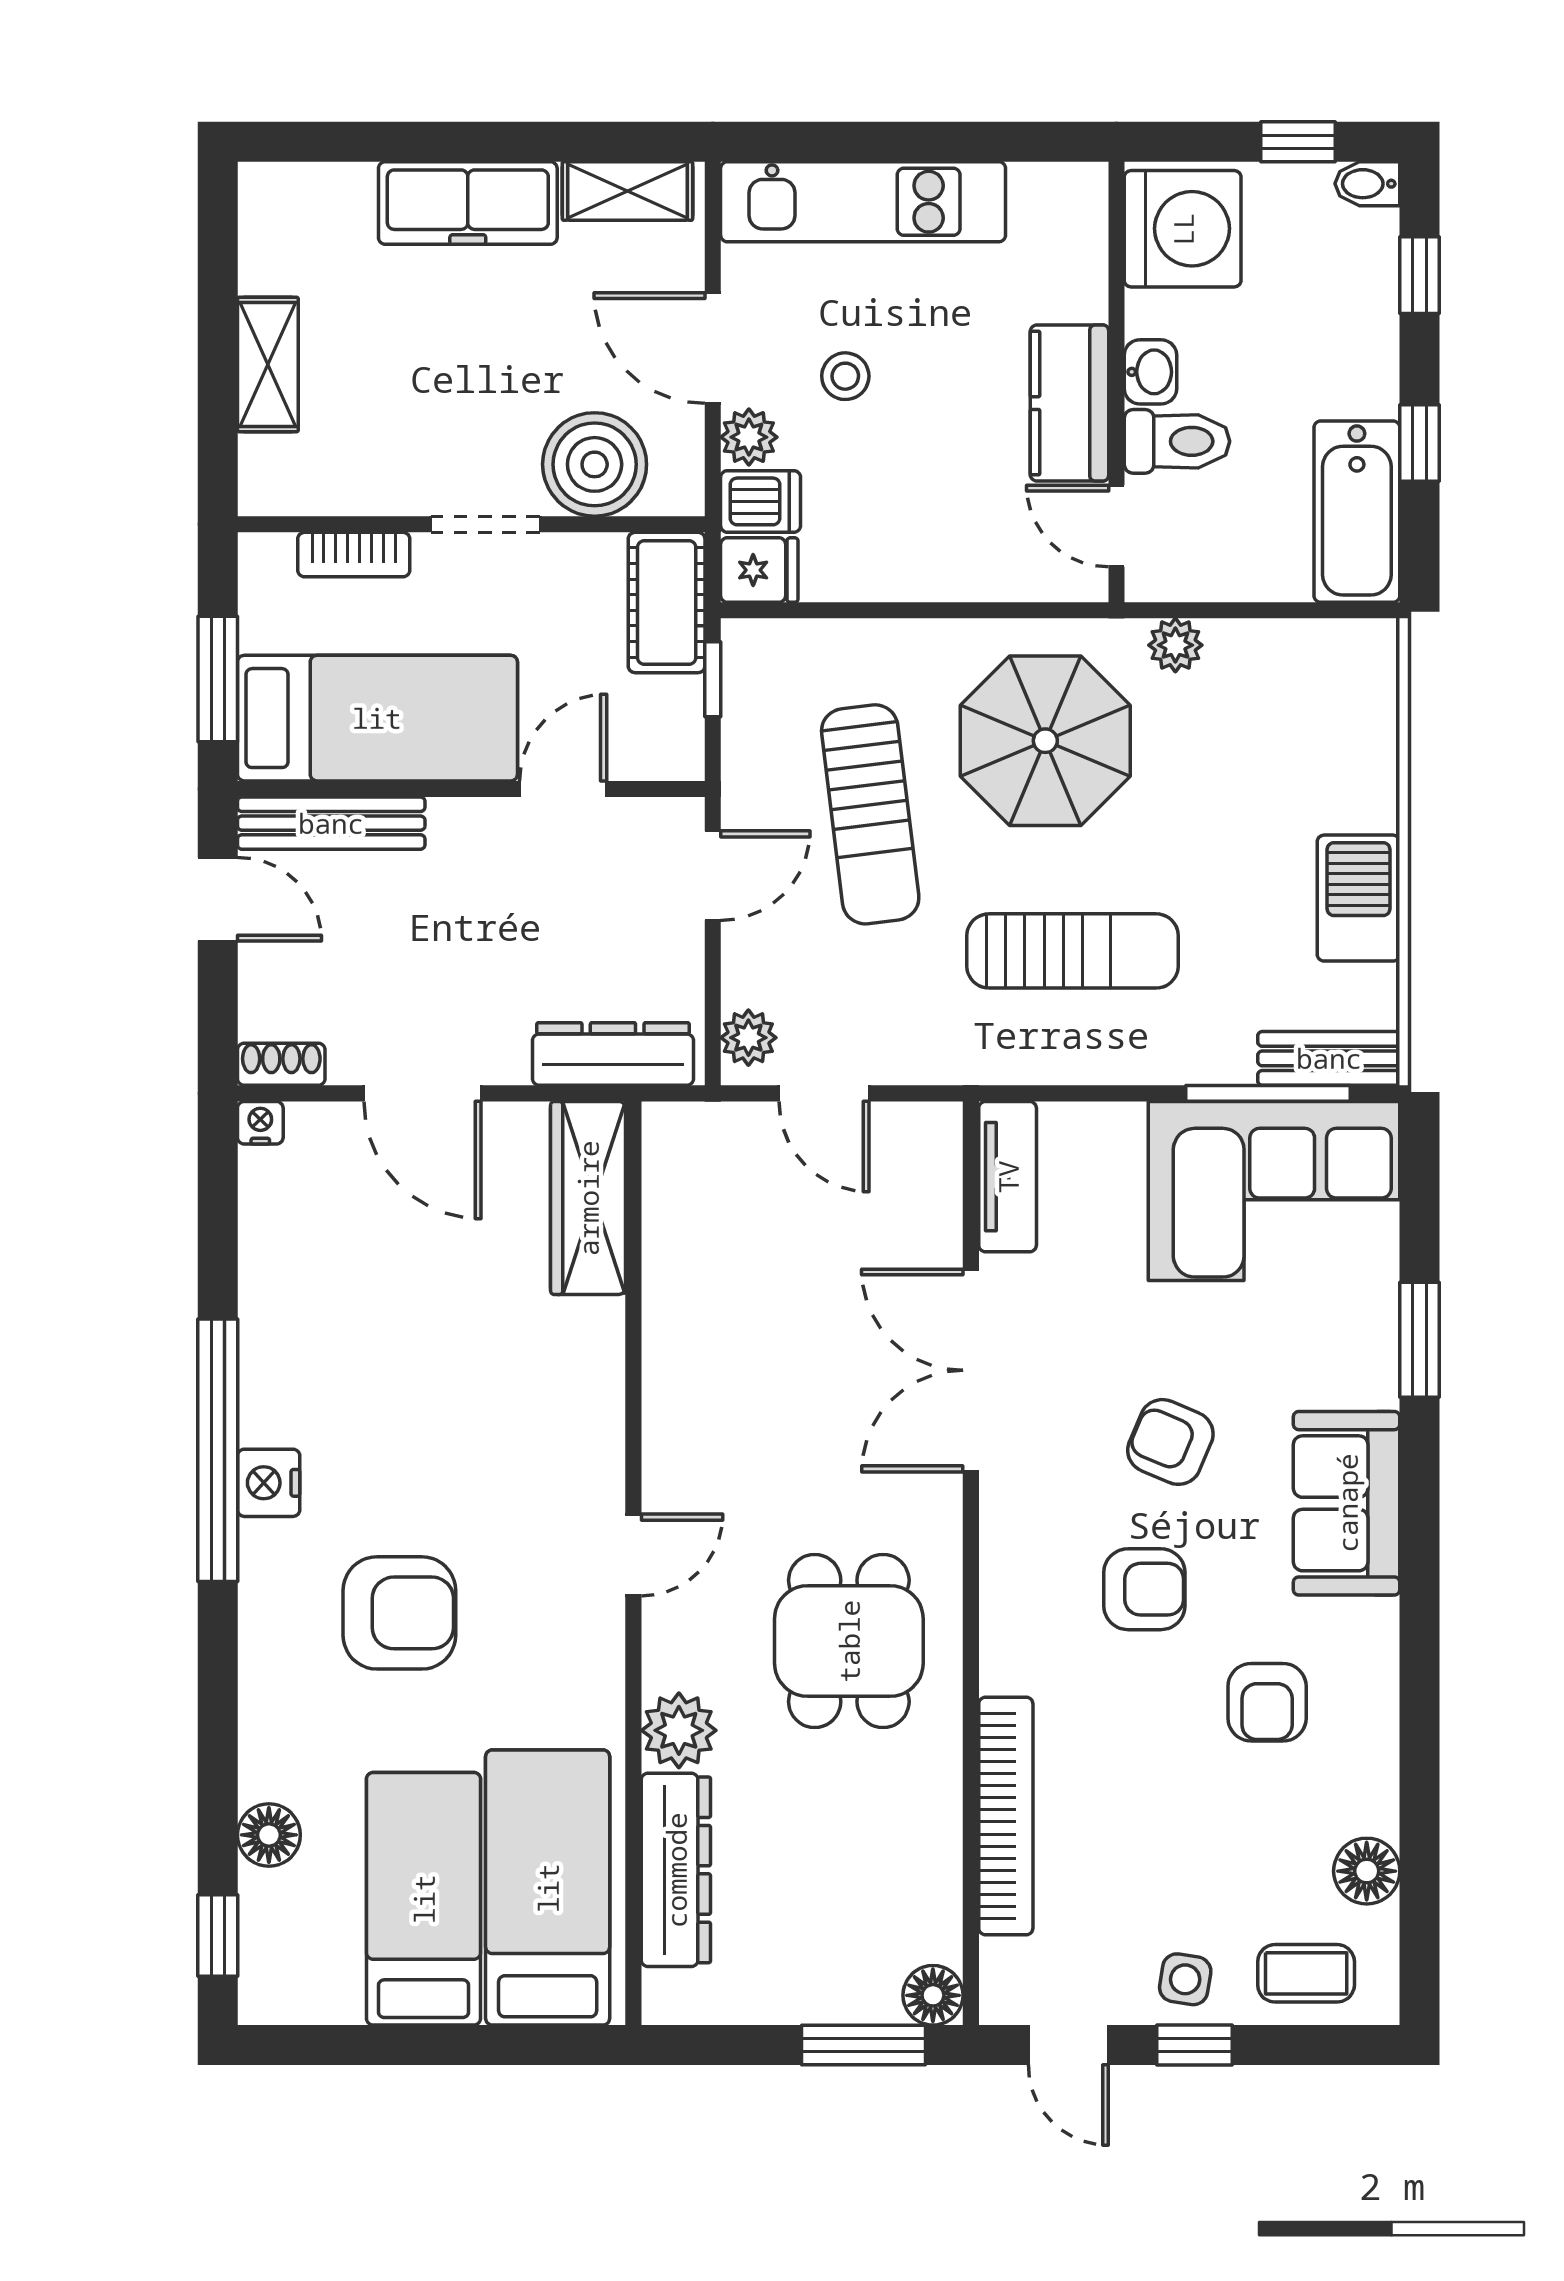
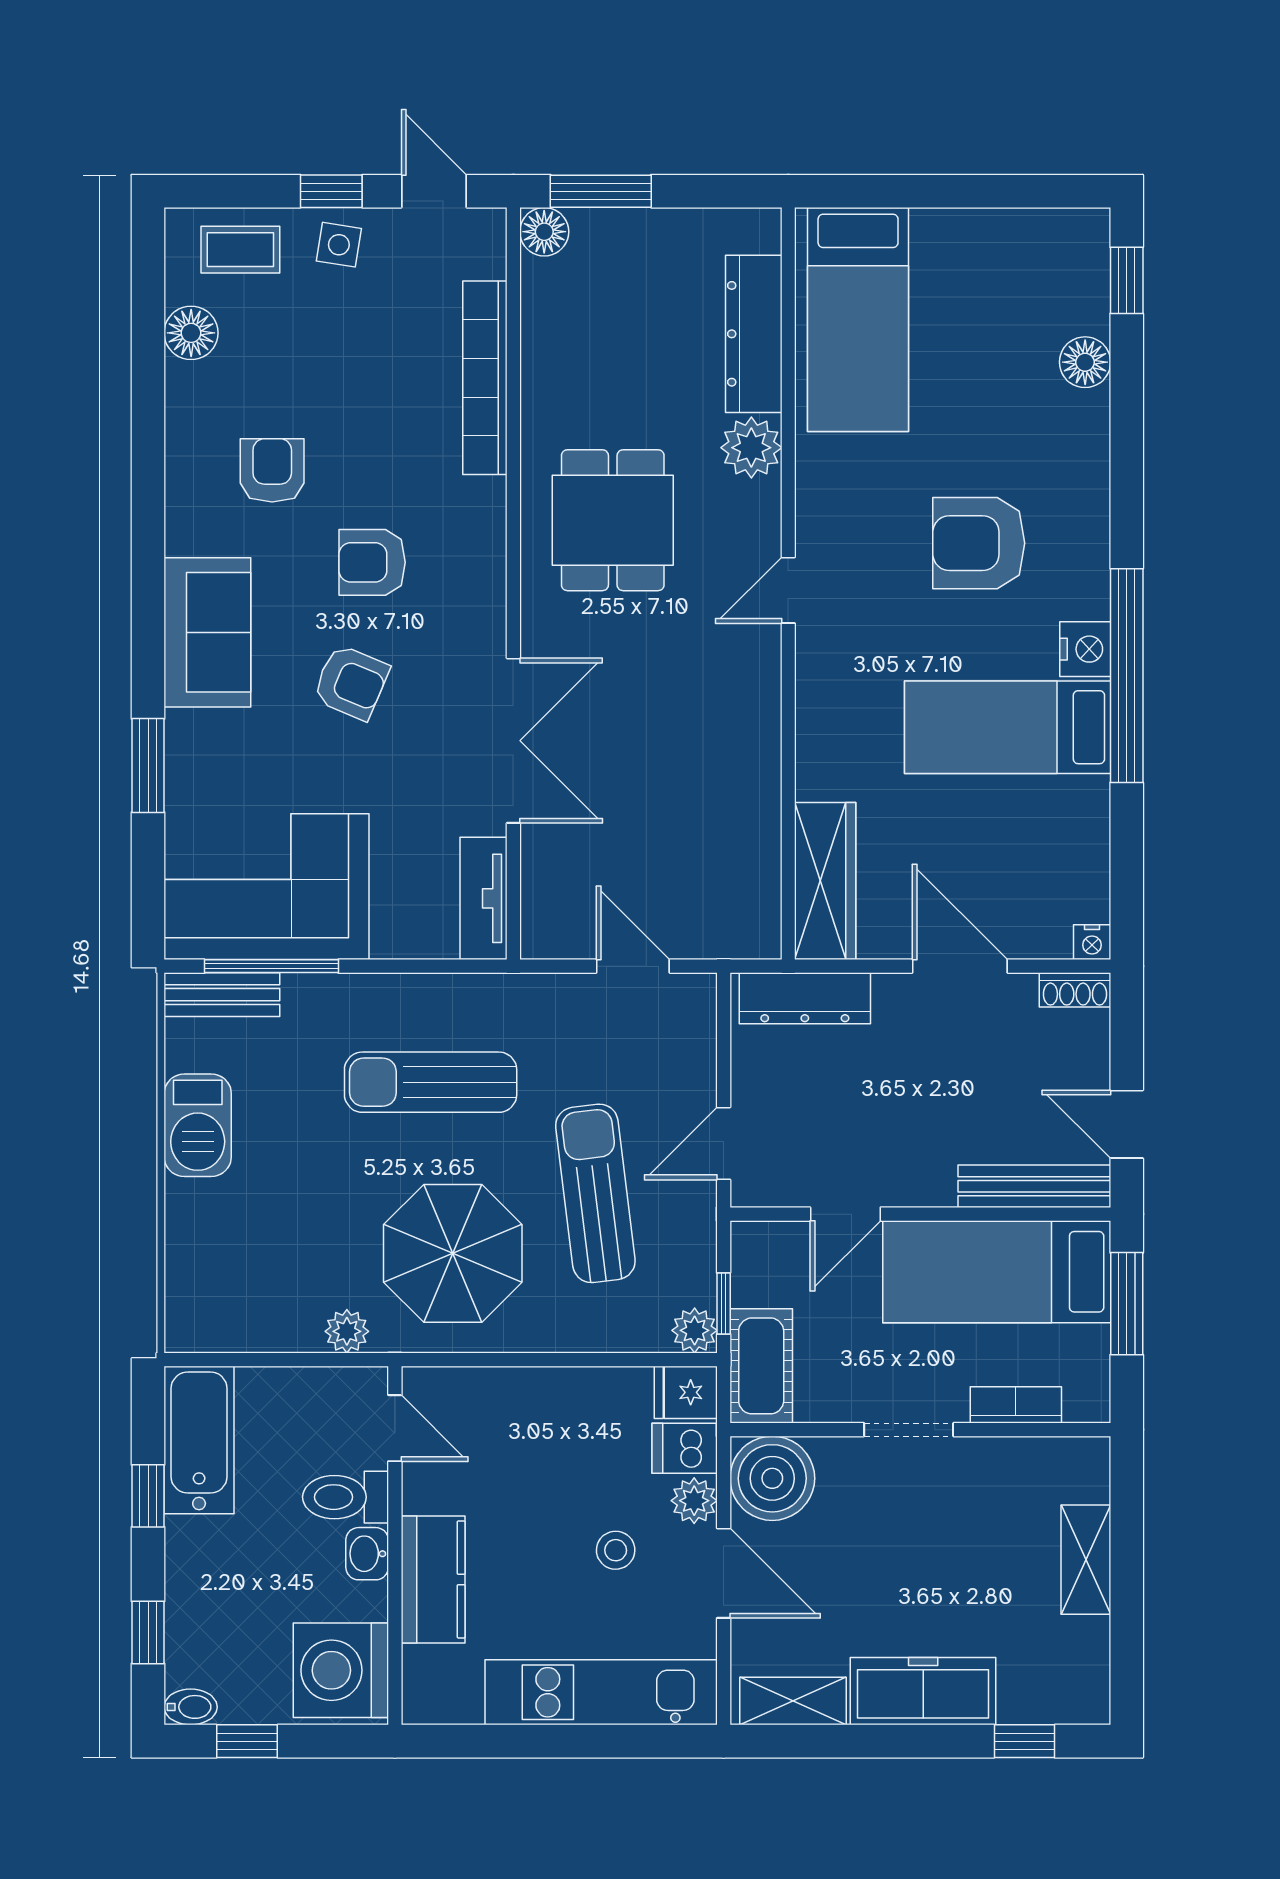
window: (343, 142) -> (1024, 1741), added
kitchen counter: (1069, 403) -> (433, 1579), moved
boiler: (595, 464) -> (772, 1478), moved
plant: (748, 1038) -> (695, 1330), moved
bed: (424, 1899) -> (1008, 727), moved, turned 90

